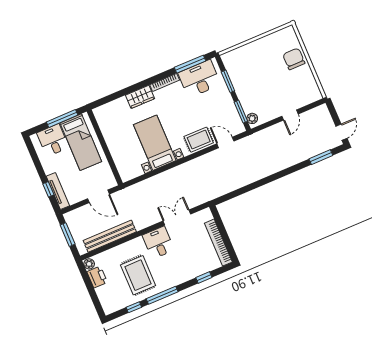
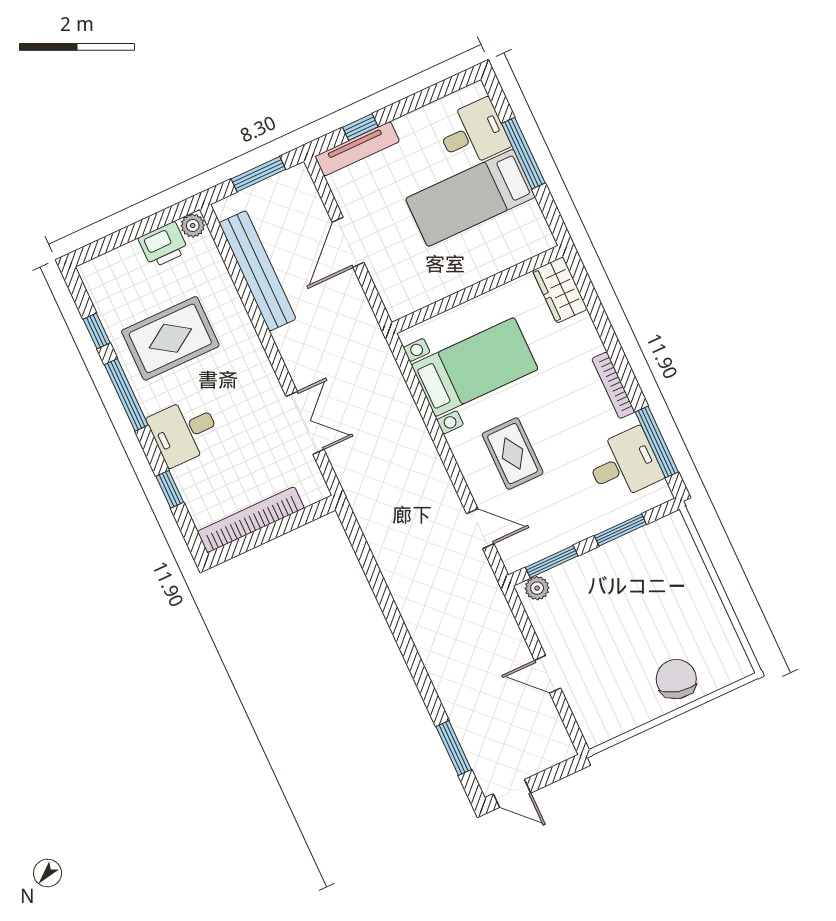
chair: (294, 59) -> (676, 679), turned -75
desk: (199, 79) -> (624, 464), width x0.73
wardrobe: (140, 97) -> (560, 290), moved
rug: (199, 140) -> (513, 454), moved
door: (225, 142) -> (480, 529), hinge flipped
wall: (105, 147) -> (477, 290), moved
desk: (158, 243) -> (184, 431), moved, turned 180

